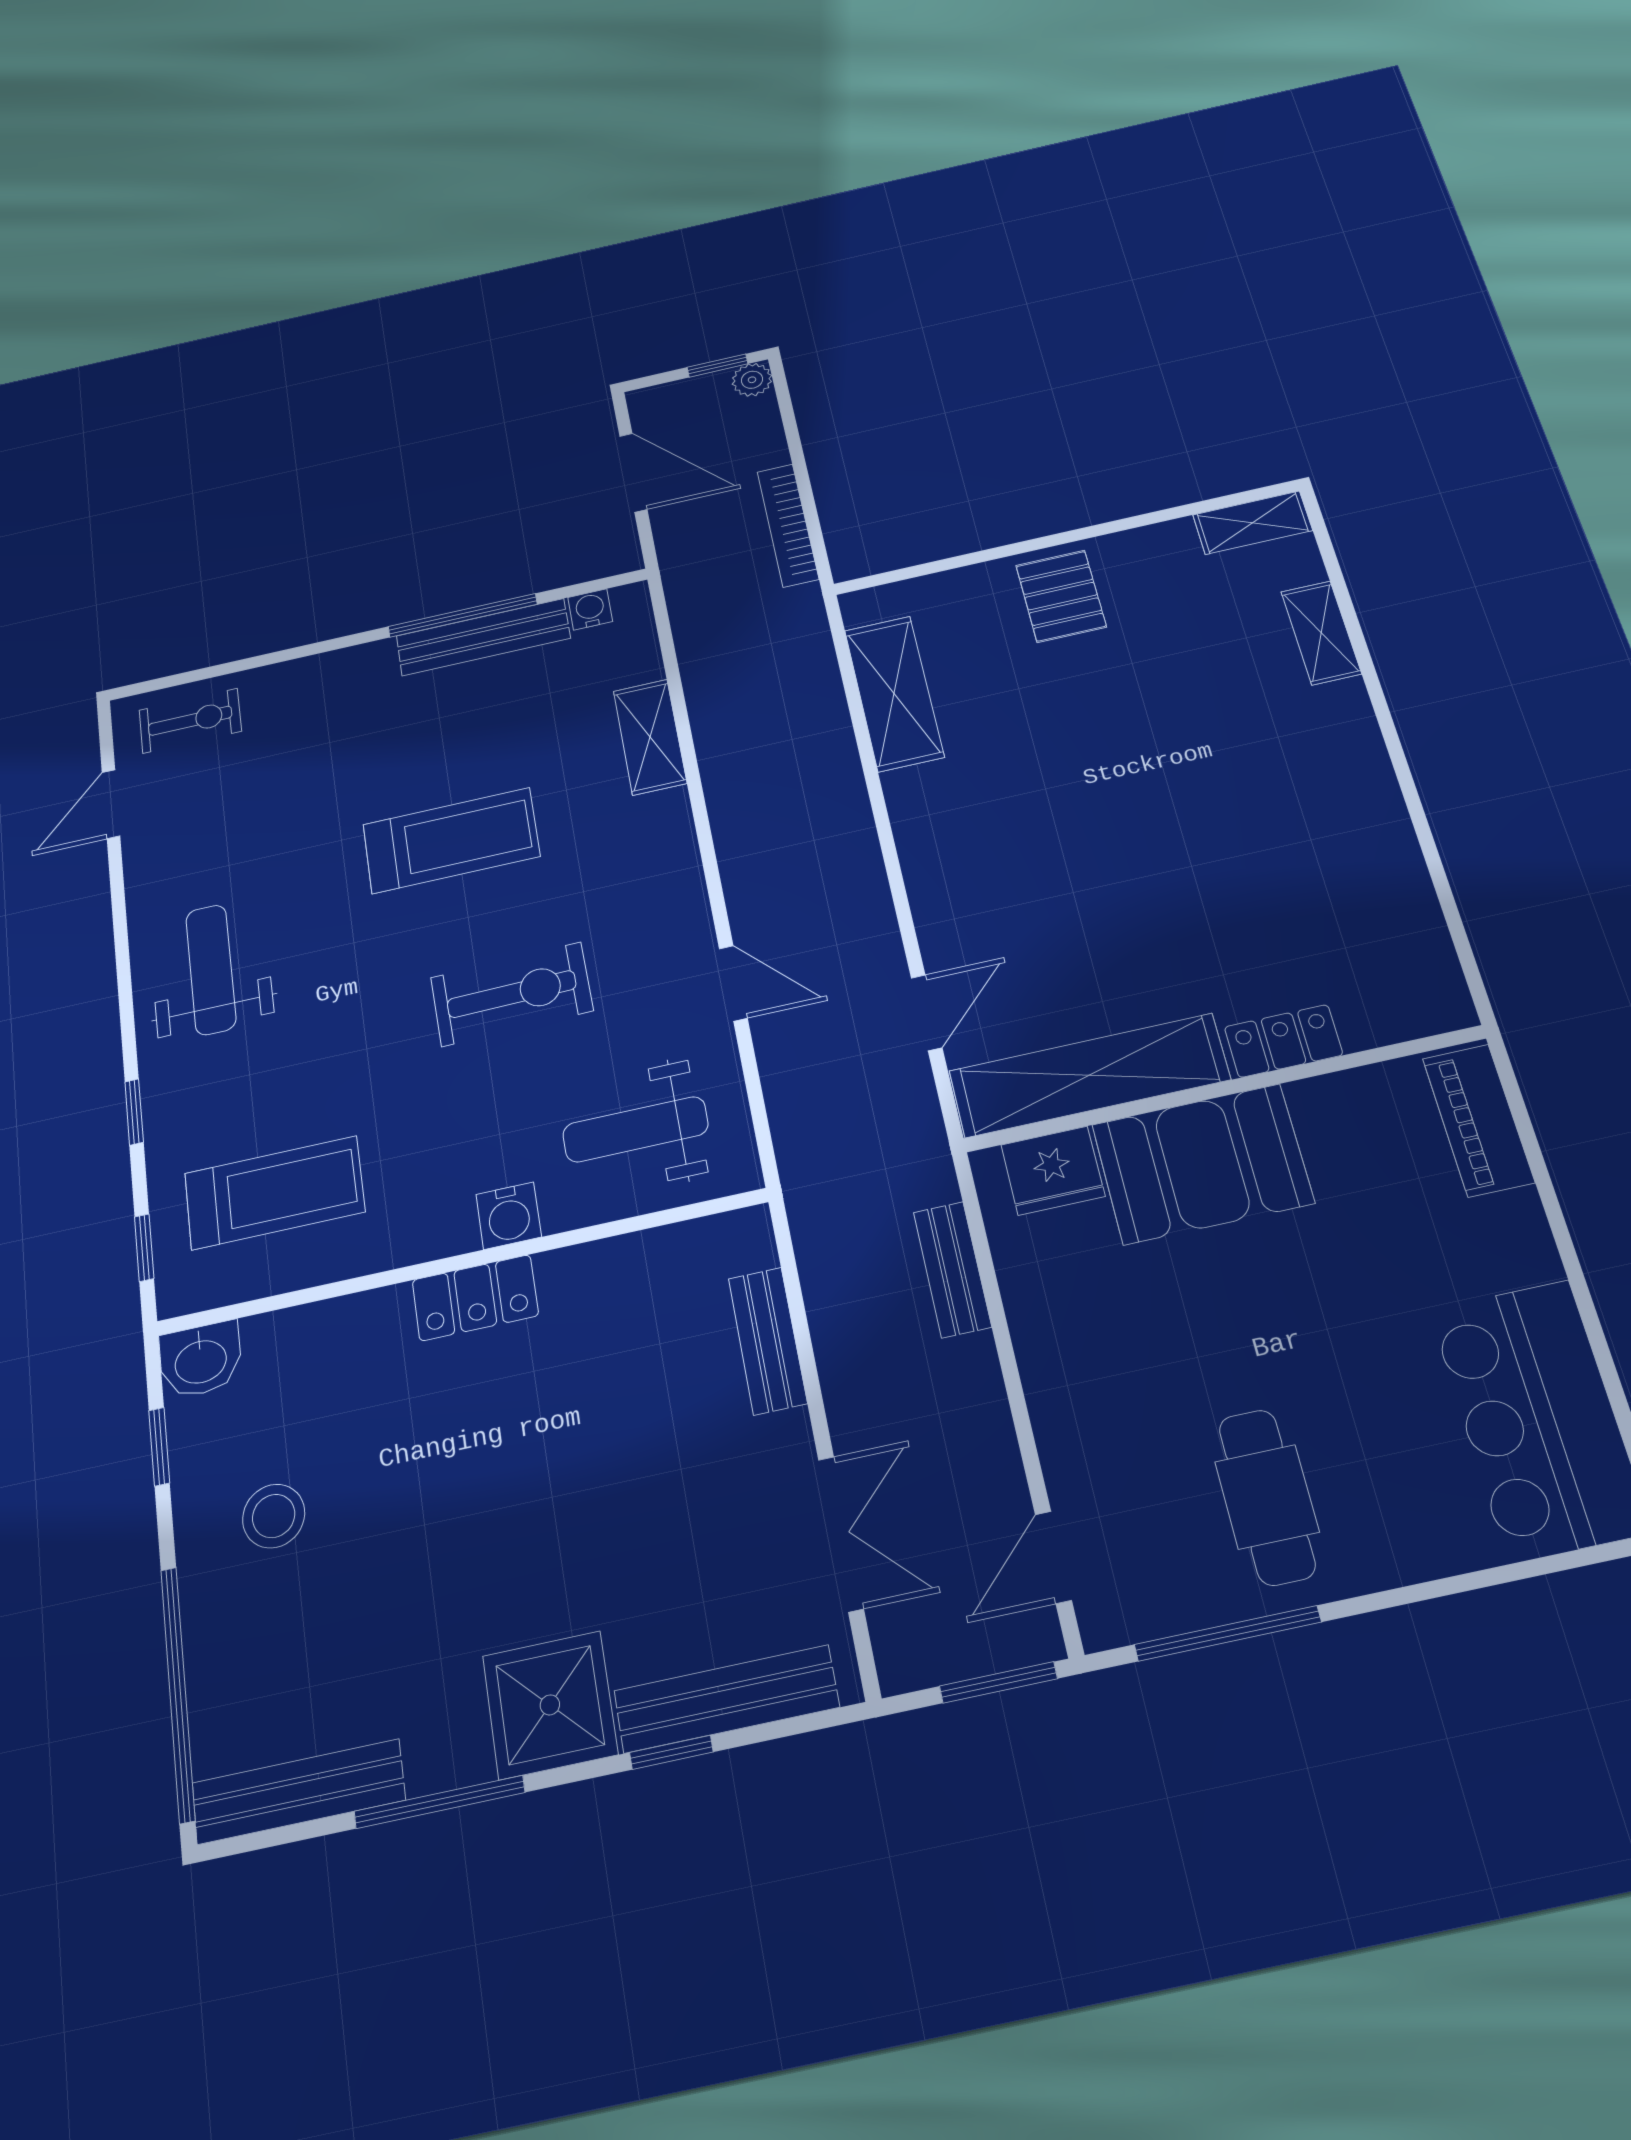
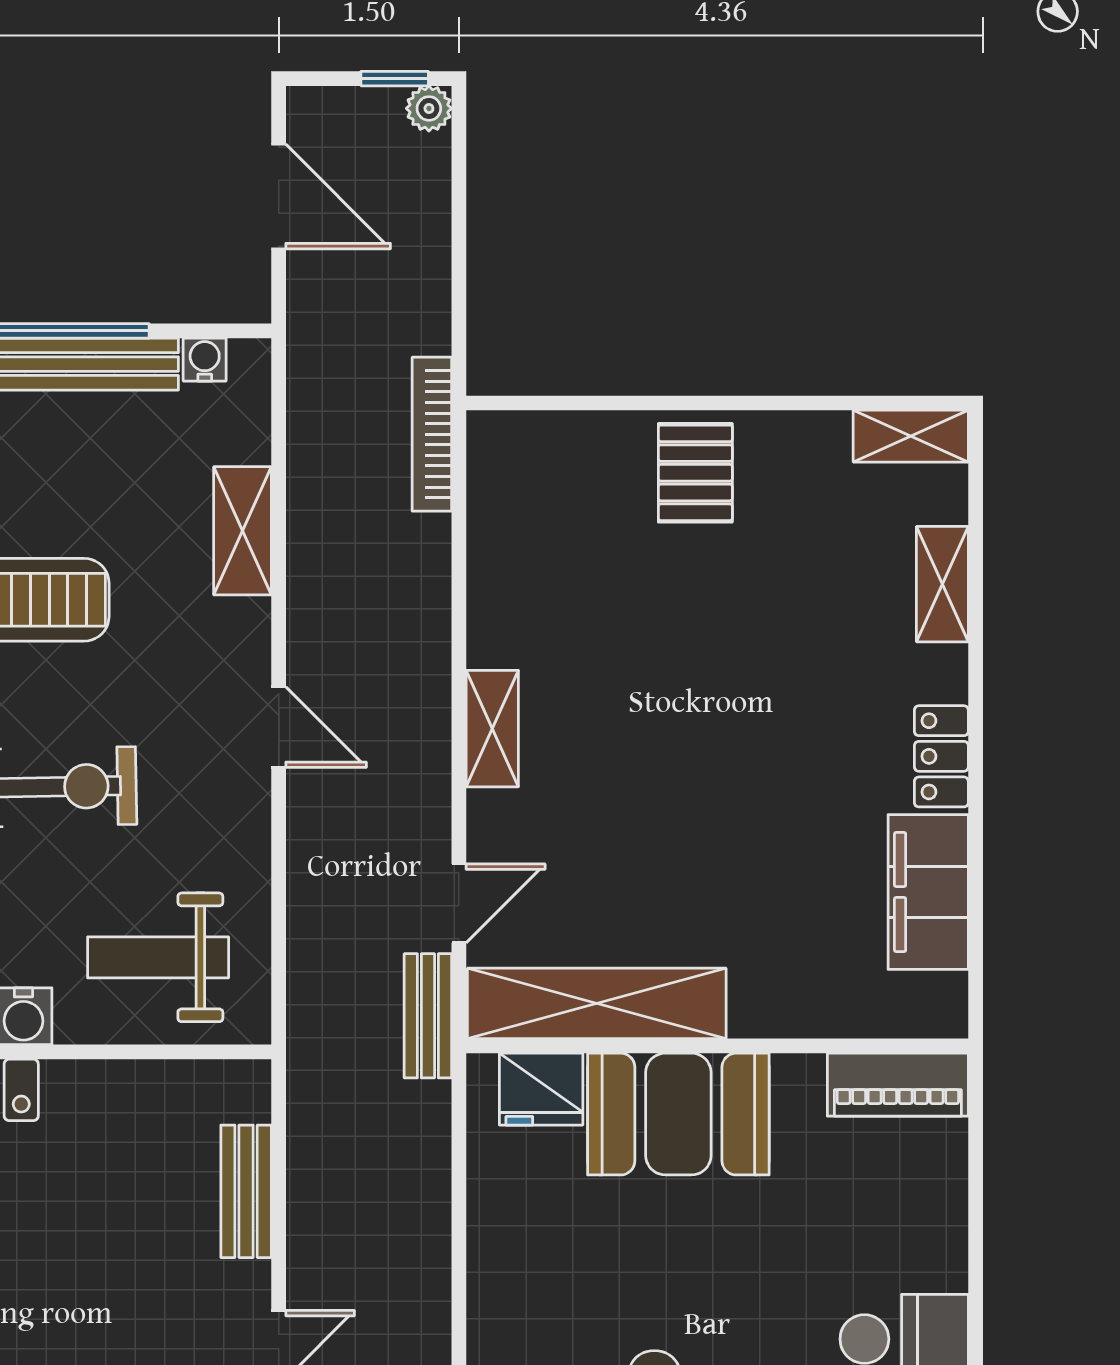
bookcase: (788, 525) -> (432, 434), moved
shelving: (894, 693) -> (492, 729), moved, width x0.67, depth x0.75
filing cabinet: (1395, 898) -> (928, 892), added
door: (733, 983) -> (279, 727), moved
locker: (1283, 1041) -> (941, 756), moved, turned -90
piano: (1478, 1120) -> (898, 1085), moved, turned -90
bench: (952, 1269) -> (428, 1016), moved

